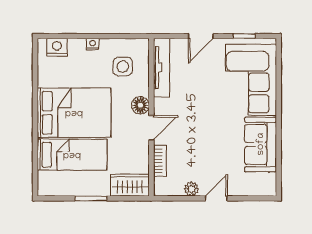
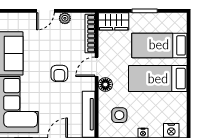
bed: (74, 113) -> (158, 79), width x0.67
armchair: (199, 119) -> (59, 73), added
bookcase: (160, 161) -> (90, 34), width x1.56

